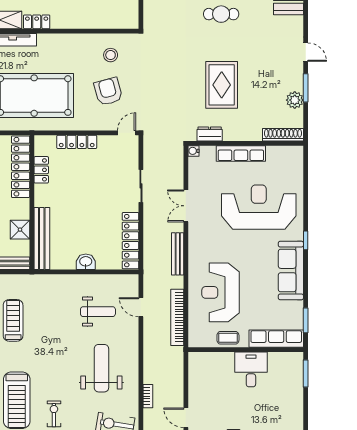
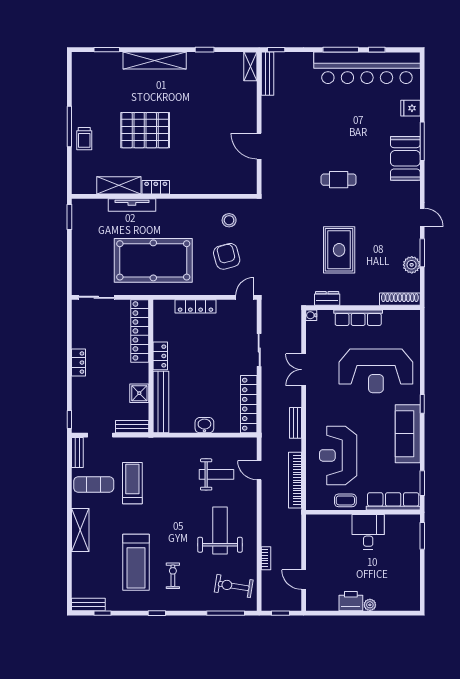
locker: (41, 170) -> (160, 356), moved
reception desk: (259, 207) -> (376, 371), turned 180
bench: (178, 254) -> (296, 423), width x0.73

